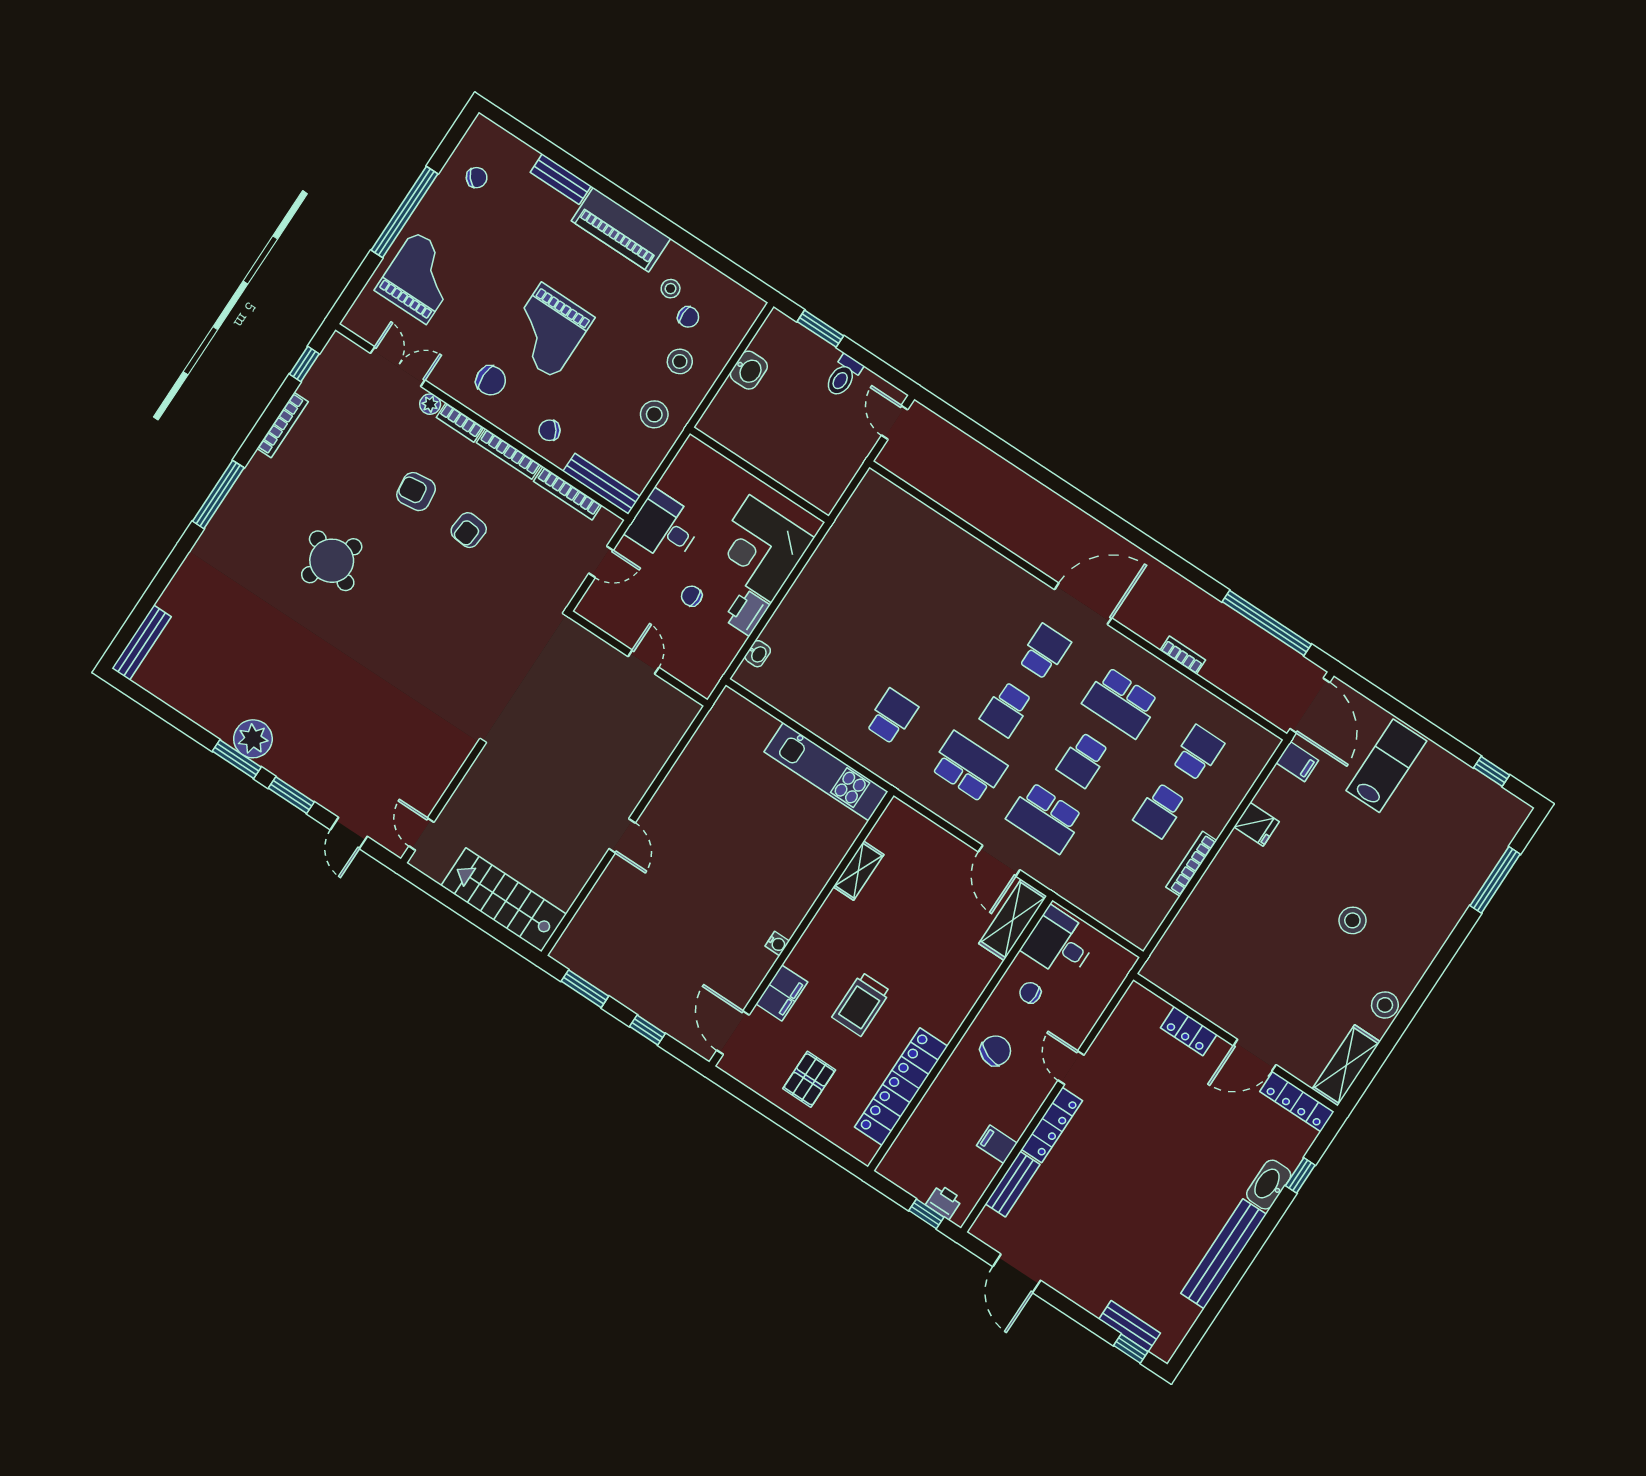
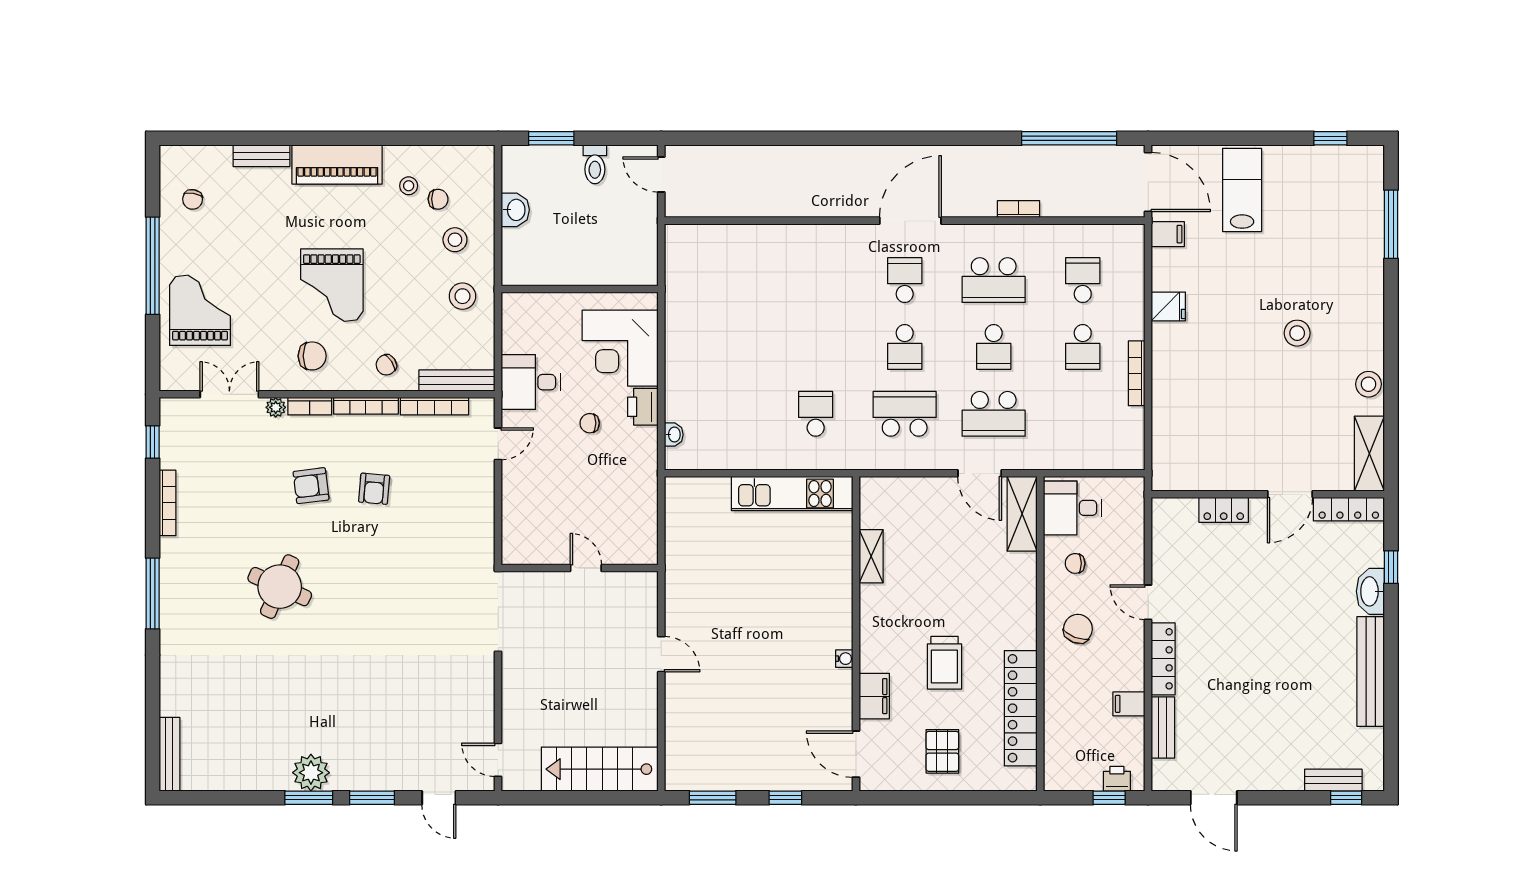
chair: (477, 178) -> (193, 199), turned 143
wall: (638, 658) -> (580, 568), moved
door: (643, 662) -> (586, 568), moved

